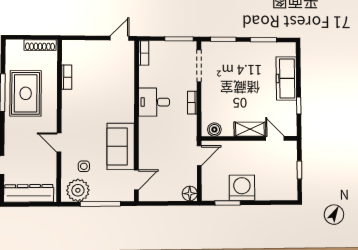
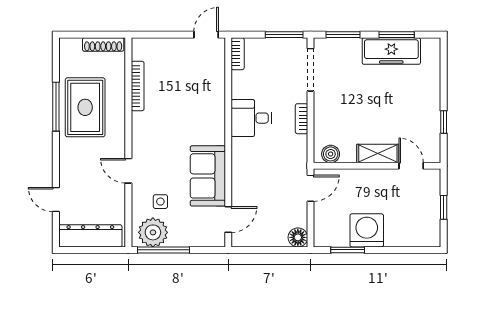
bookcase: (67, 77) -> (138, 86), width x1.56
freezer: (286, 78) -> (391, 51), moved, turned -90
window: (100, 204) -> (164, 250), moved

